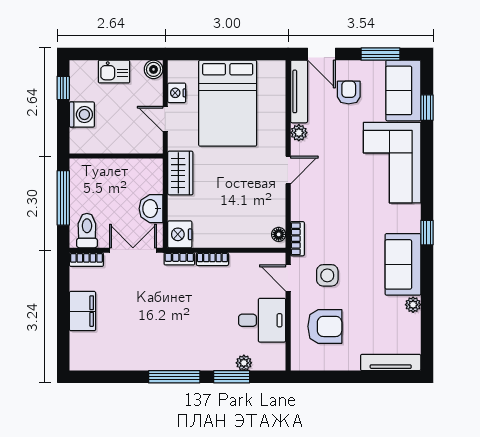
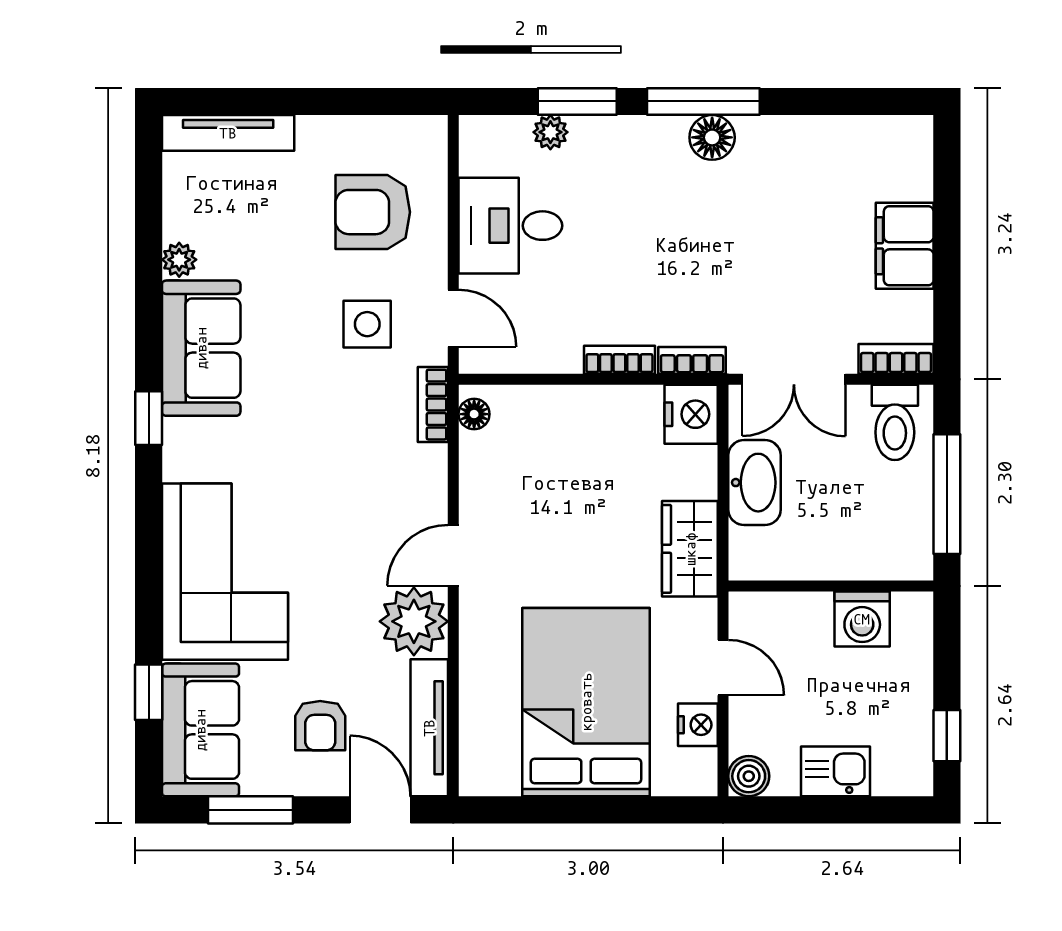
washing machine: (82, 115) -> (862, 619), moved, turned -90
plant: (299, 133) -> (414, 621), width x1.87, depth x1.87
washbasin: (151, 209) -> (754, 483), width x1.38
floor lamp: (170, 360) -> (712, 137), added

